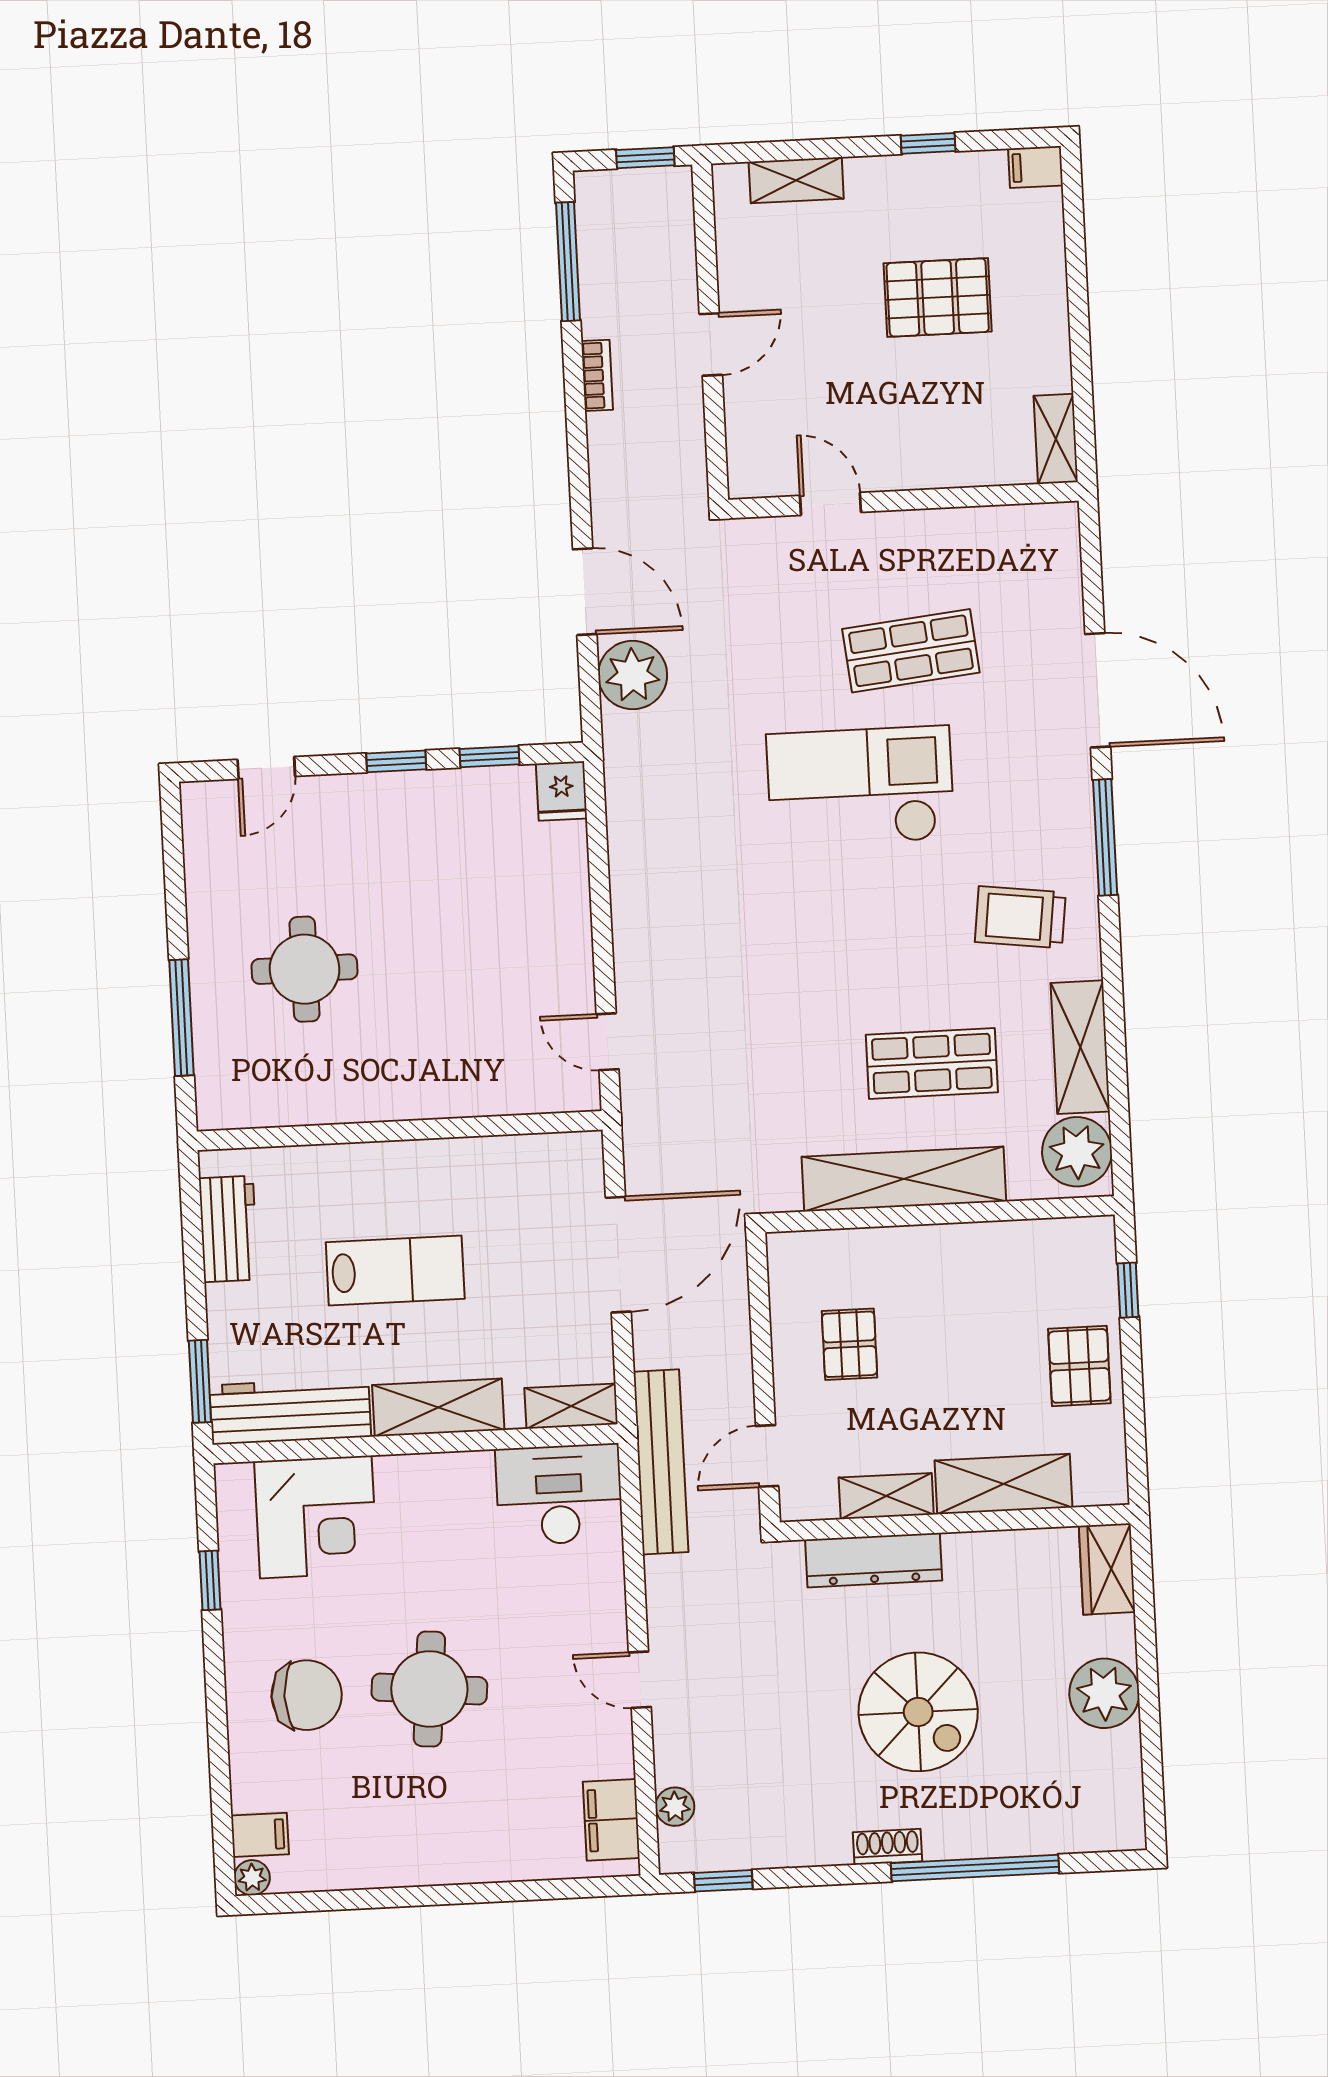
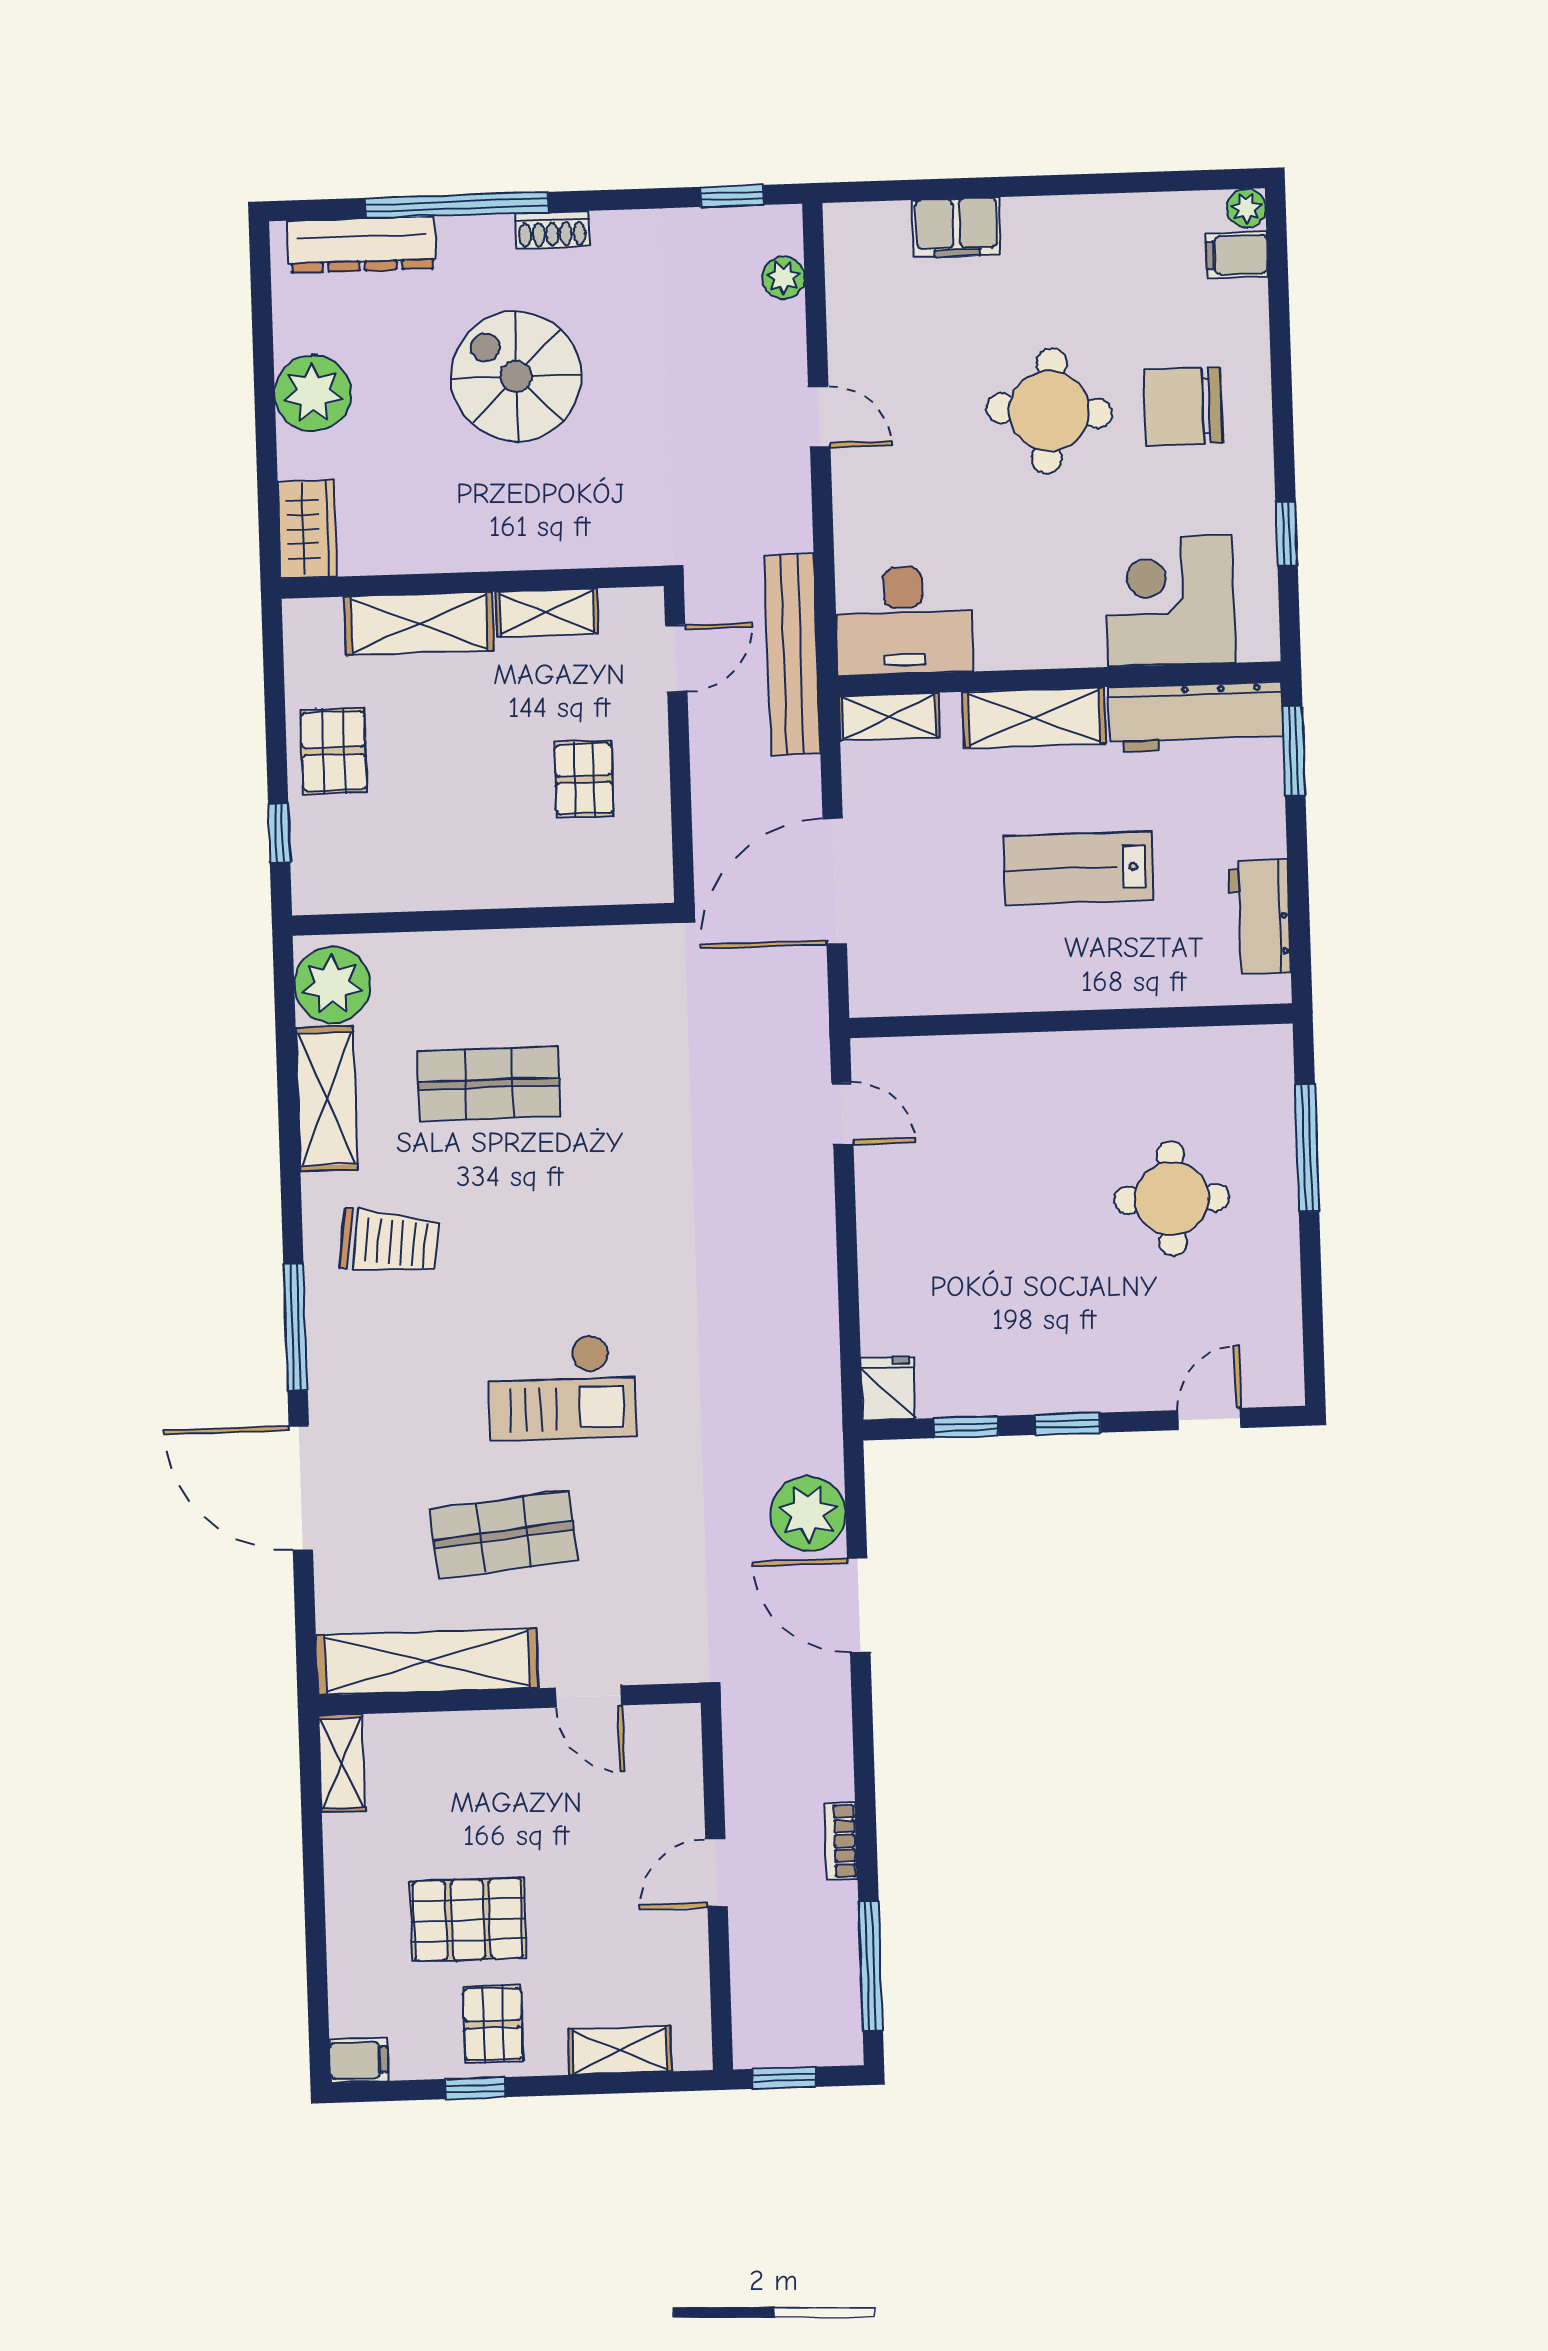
pallet: (913, 202) -> (493, 2024), added
checkout: (860, 787) -> (562, 1387), width x0.73, depth x0.83
shelving: (904, 1179) -> (427, 1662), moved
dresser: (874, 1560) -> (362, 244), moved, turned 180
filing cabinet: (611, 1820) -> (956, 227), moved, turned 90

